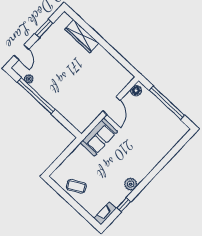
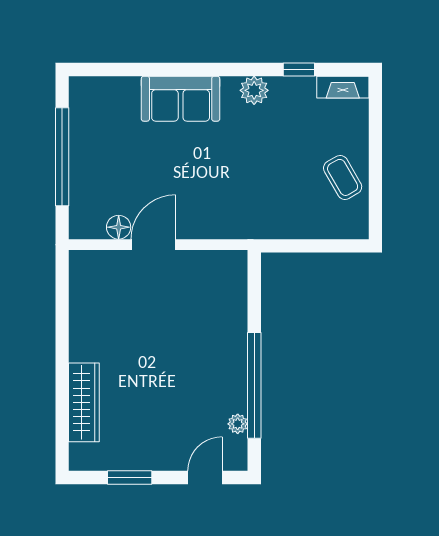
floor lamp: (136, 91) -> (119, 227), moved
sofa: (99, 137) -> (181, 99), moved, turned 180

